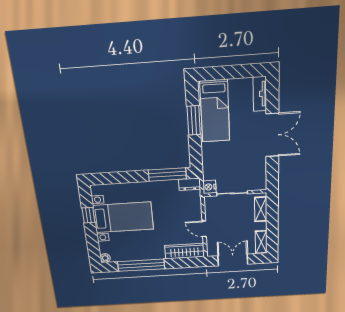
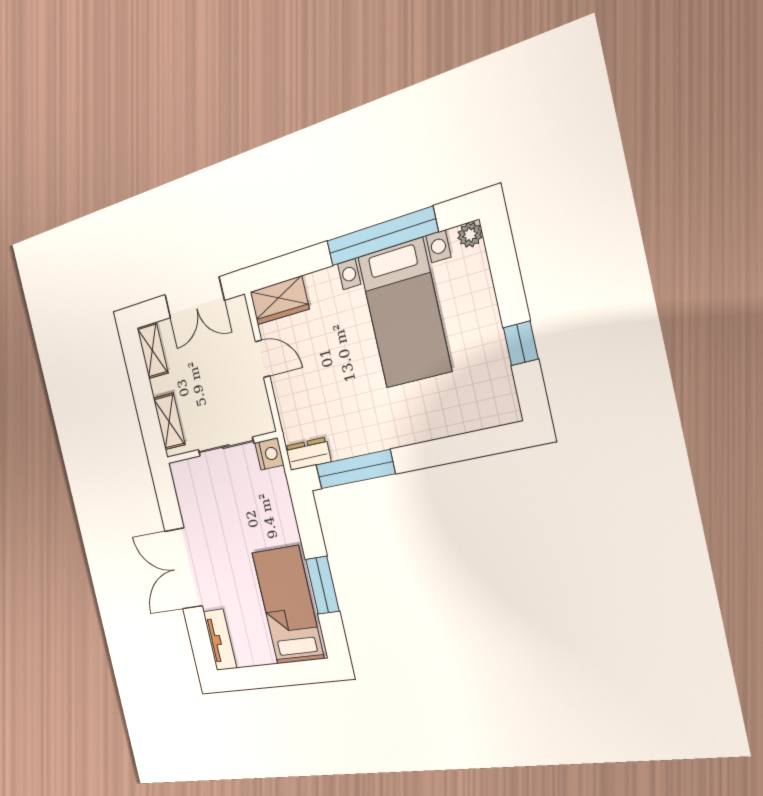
bed with nightstands: (123, 217) -> (404, 314), moved, turned -90
wardrobe: (185, 251) -> (279, 300), width x0.67

